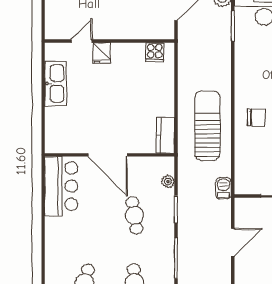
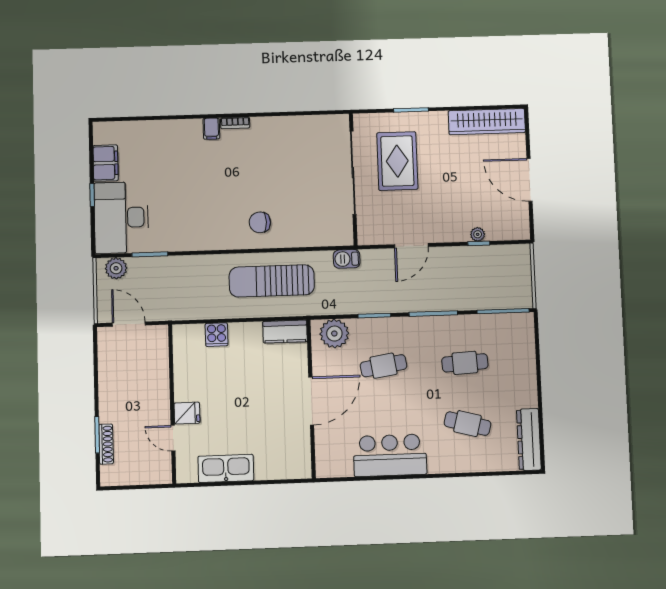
cooker: (155, 52) -> (217, 335), moved, turned 90
chair: (256, 117) -> (260, 222), turned -90
plant: (168, 181) -> (334, 334), width x1.87, depth x1.87
bar counter: (61, 186) -> (390, 455), moved
door: (233, 242) -> (411, 246), swing flipped

